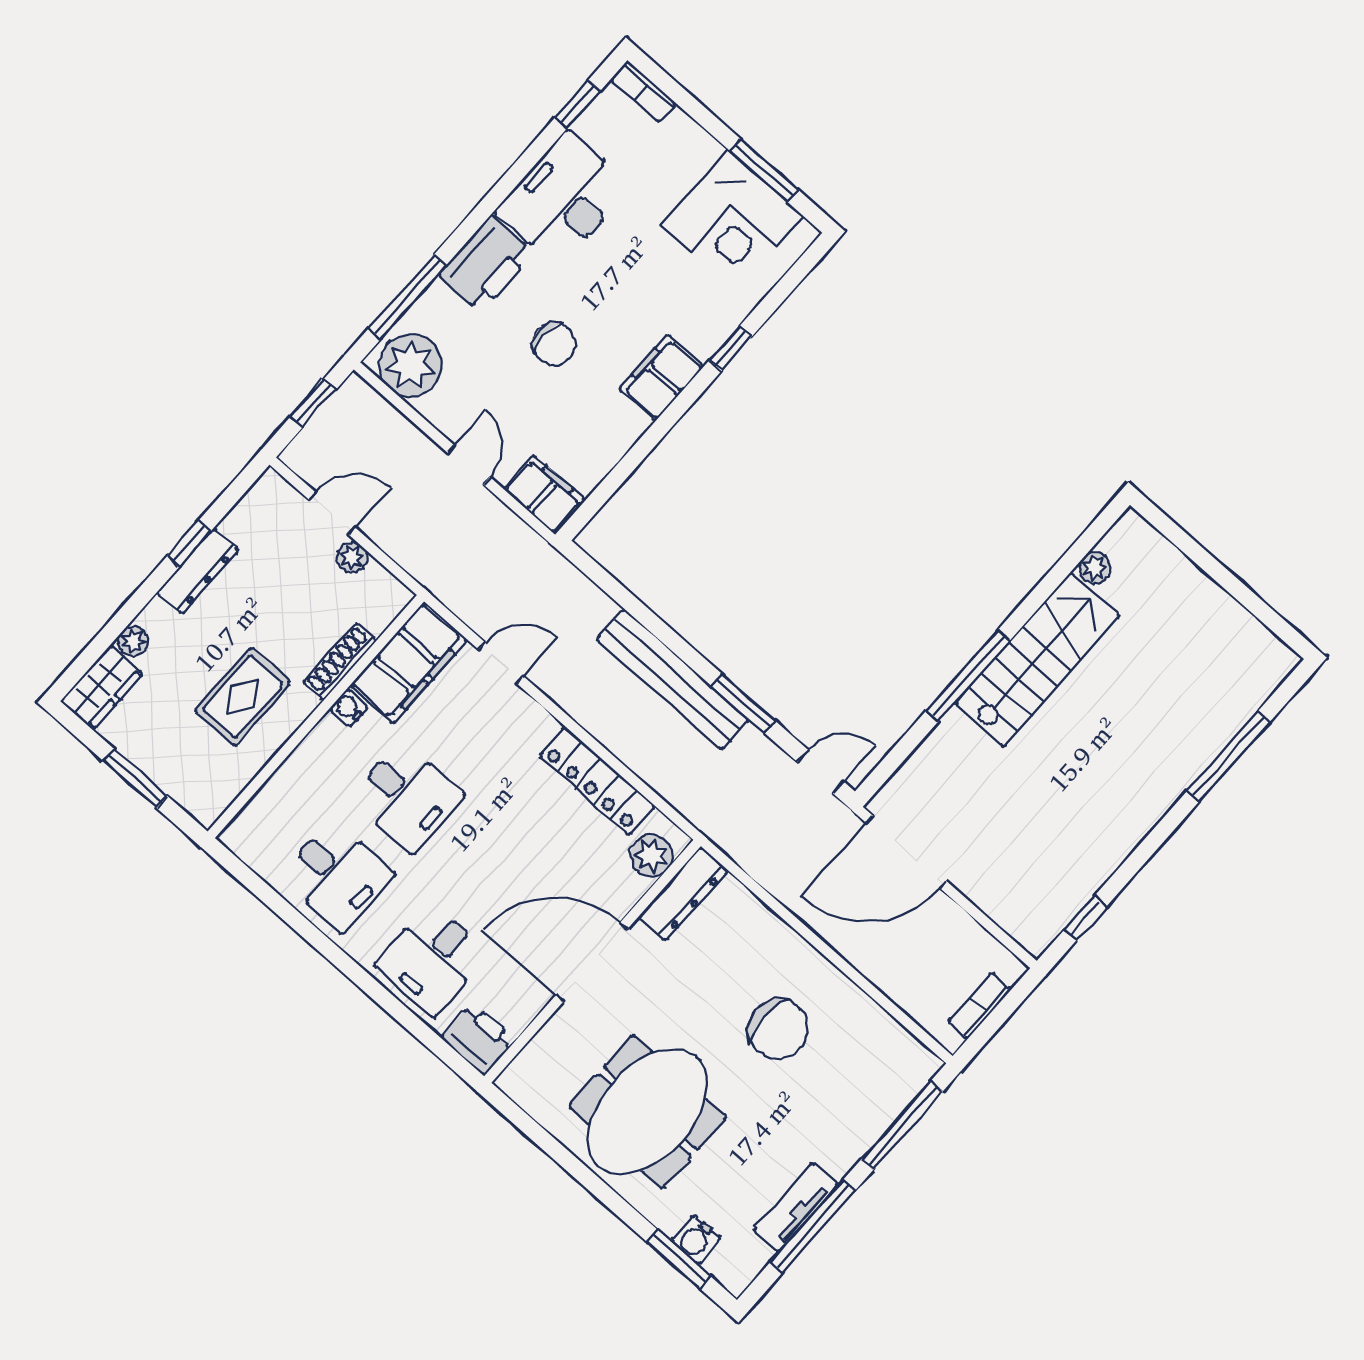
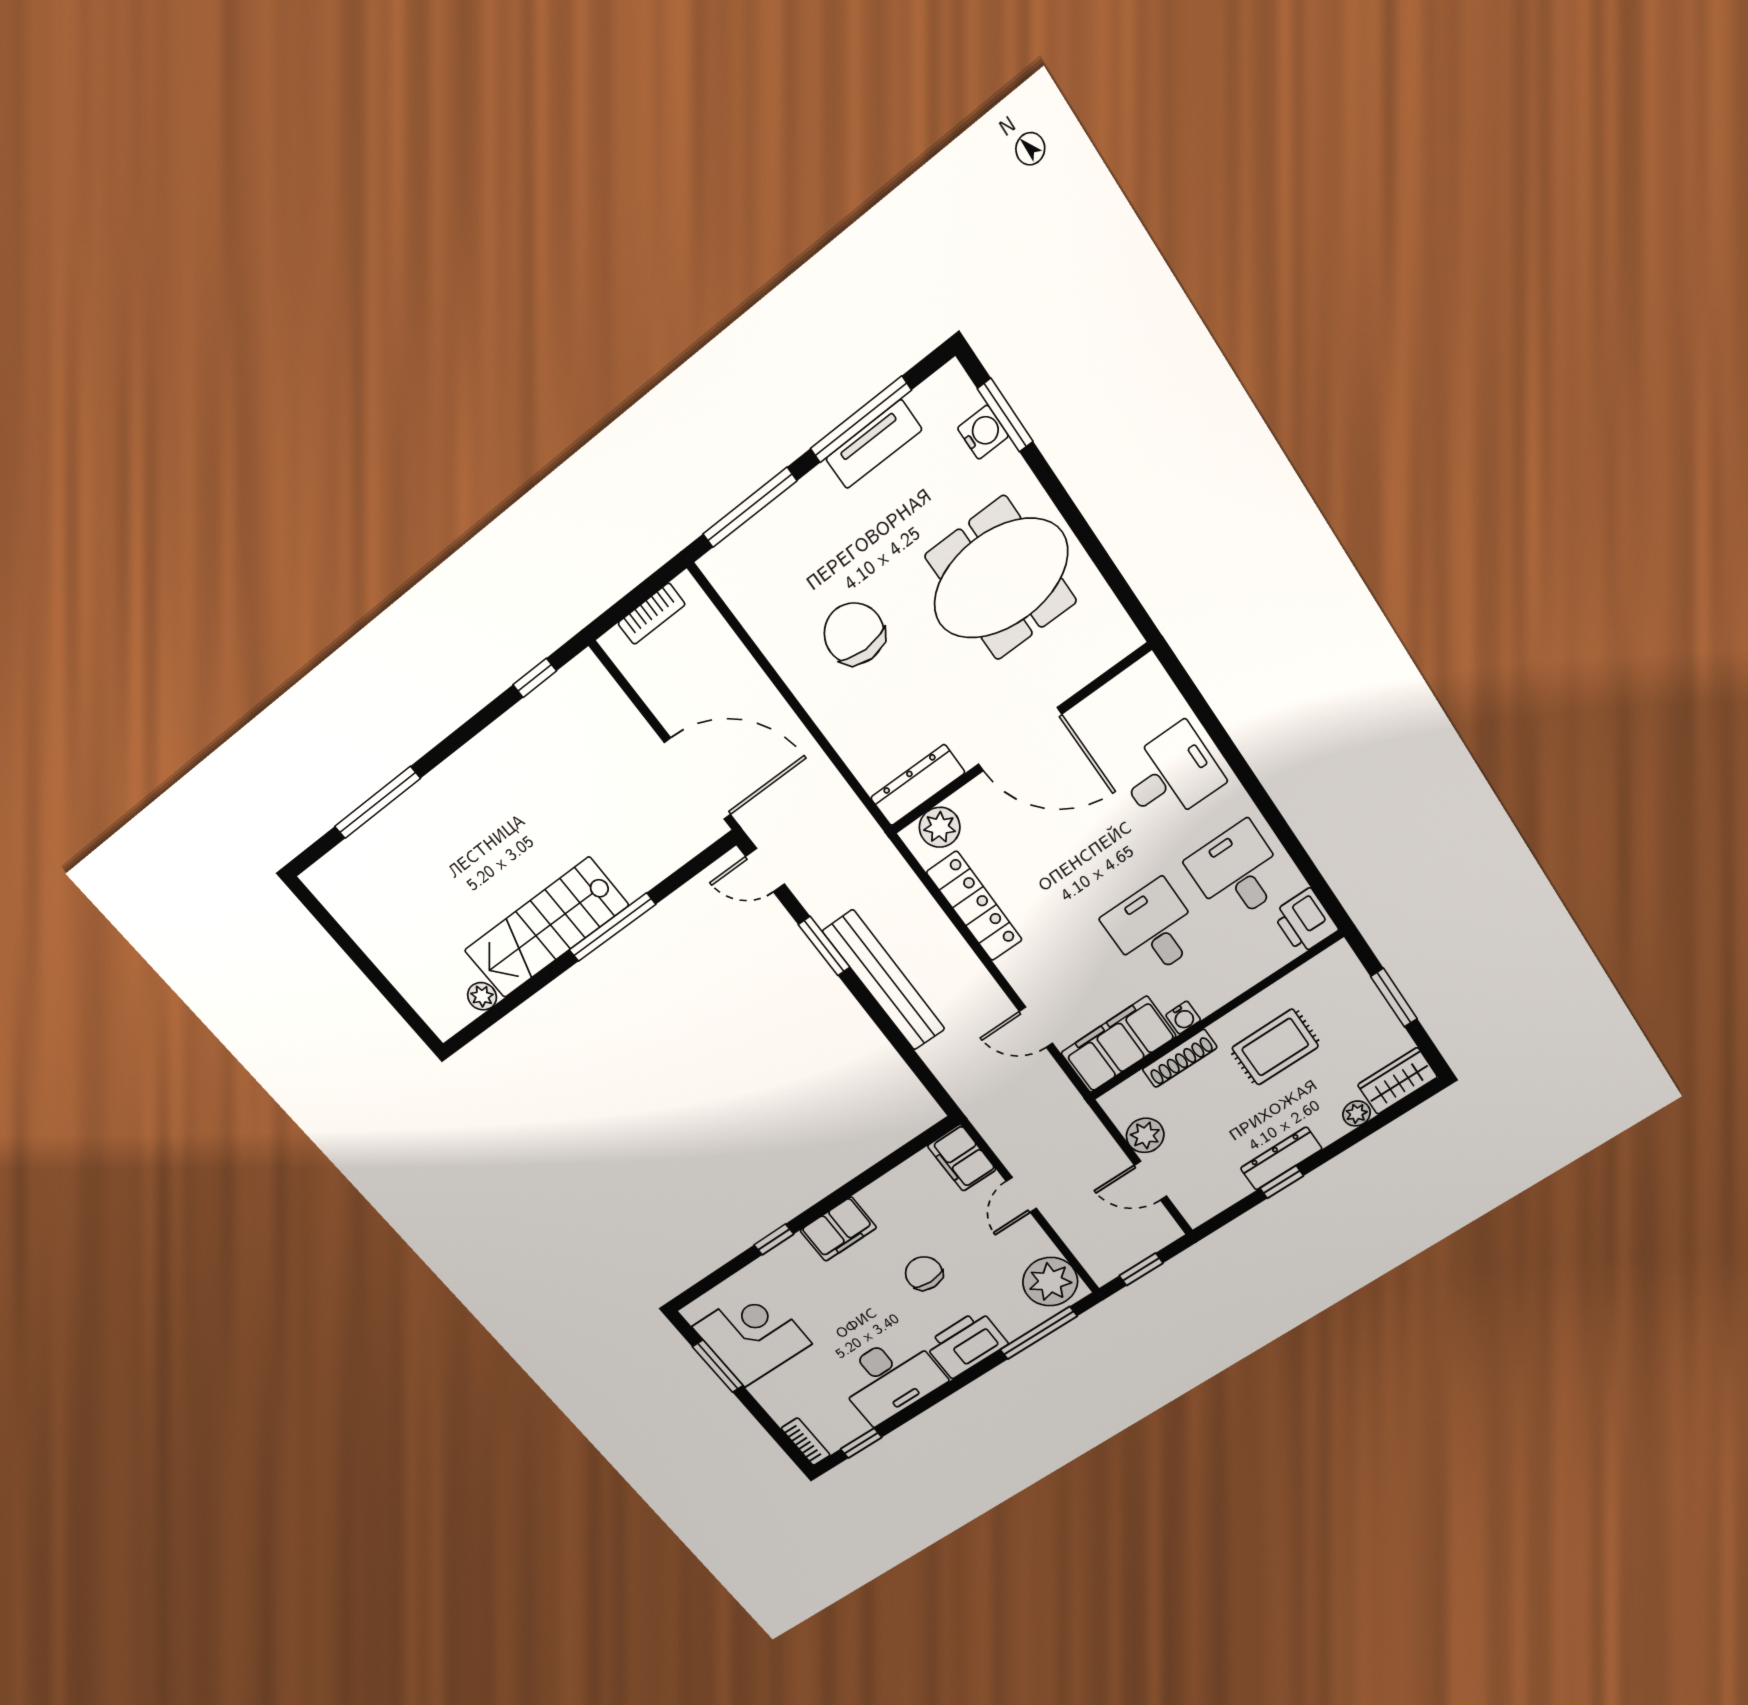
plant: (352, 557) -> (1145, 1135), width x1.38, depth x1.38
printer: (478, 1039) -> (1305, 921), moved

